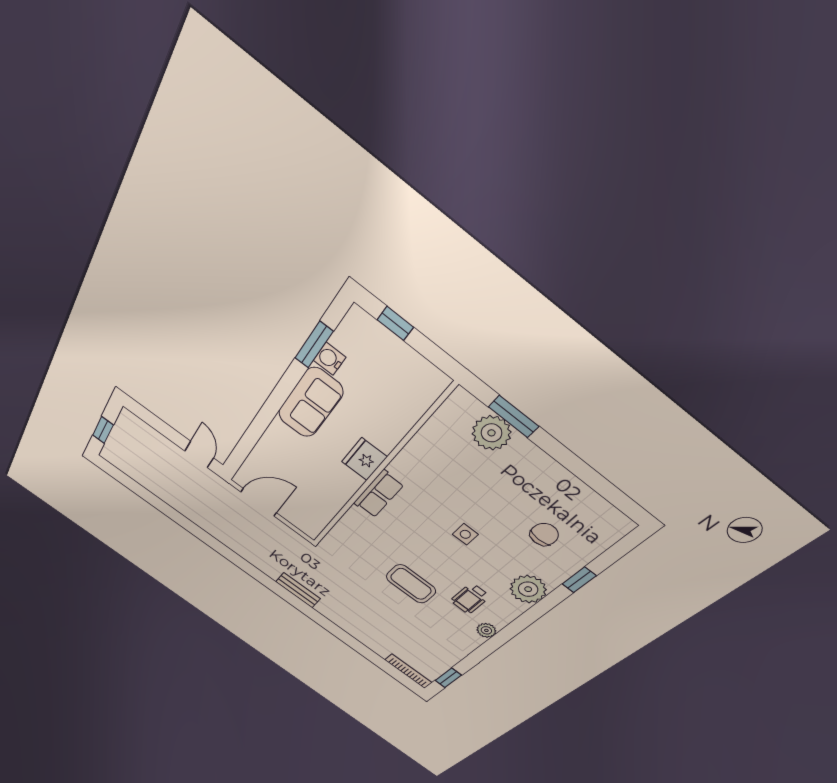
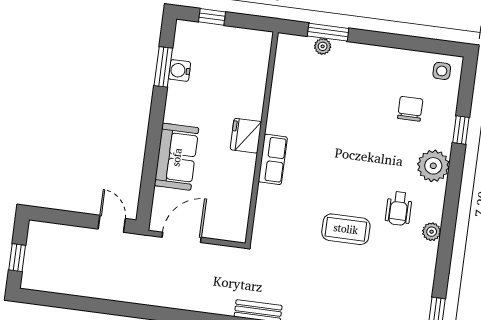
sofa: (310, 403) -> (177, 157), moved
plant: (491, 433) -> (323, 46), width x0.53, depth x0.53
side table: (465, 534) -> (442, 71), moved

